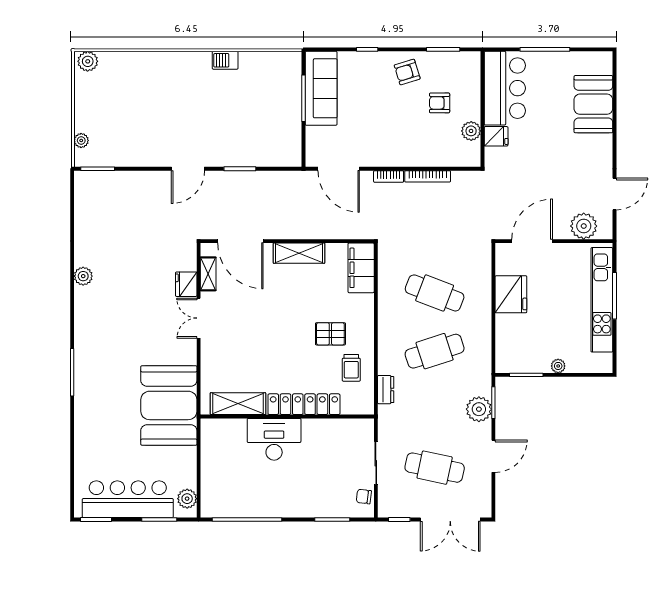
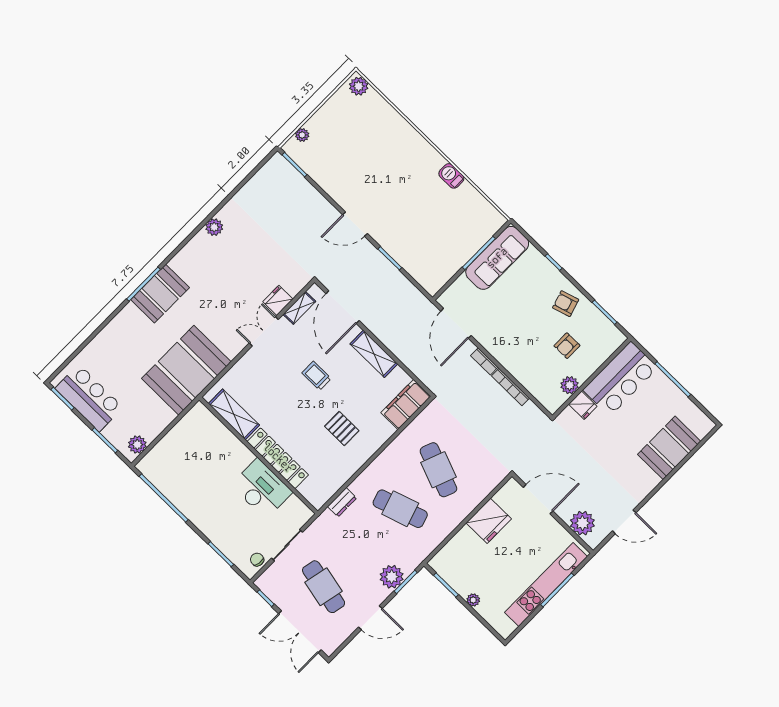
armchair: (440, 103) -> (567, 346), turned -90
booth: (92, 367) -> (160, 294), added
trolley: (351, 368) -> (317, 376), moved, turned 90
desk: (274, 439) -> (262, 489), moved
bar counter: (128, 499) -> (89, 398), width x0.73

